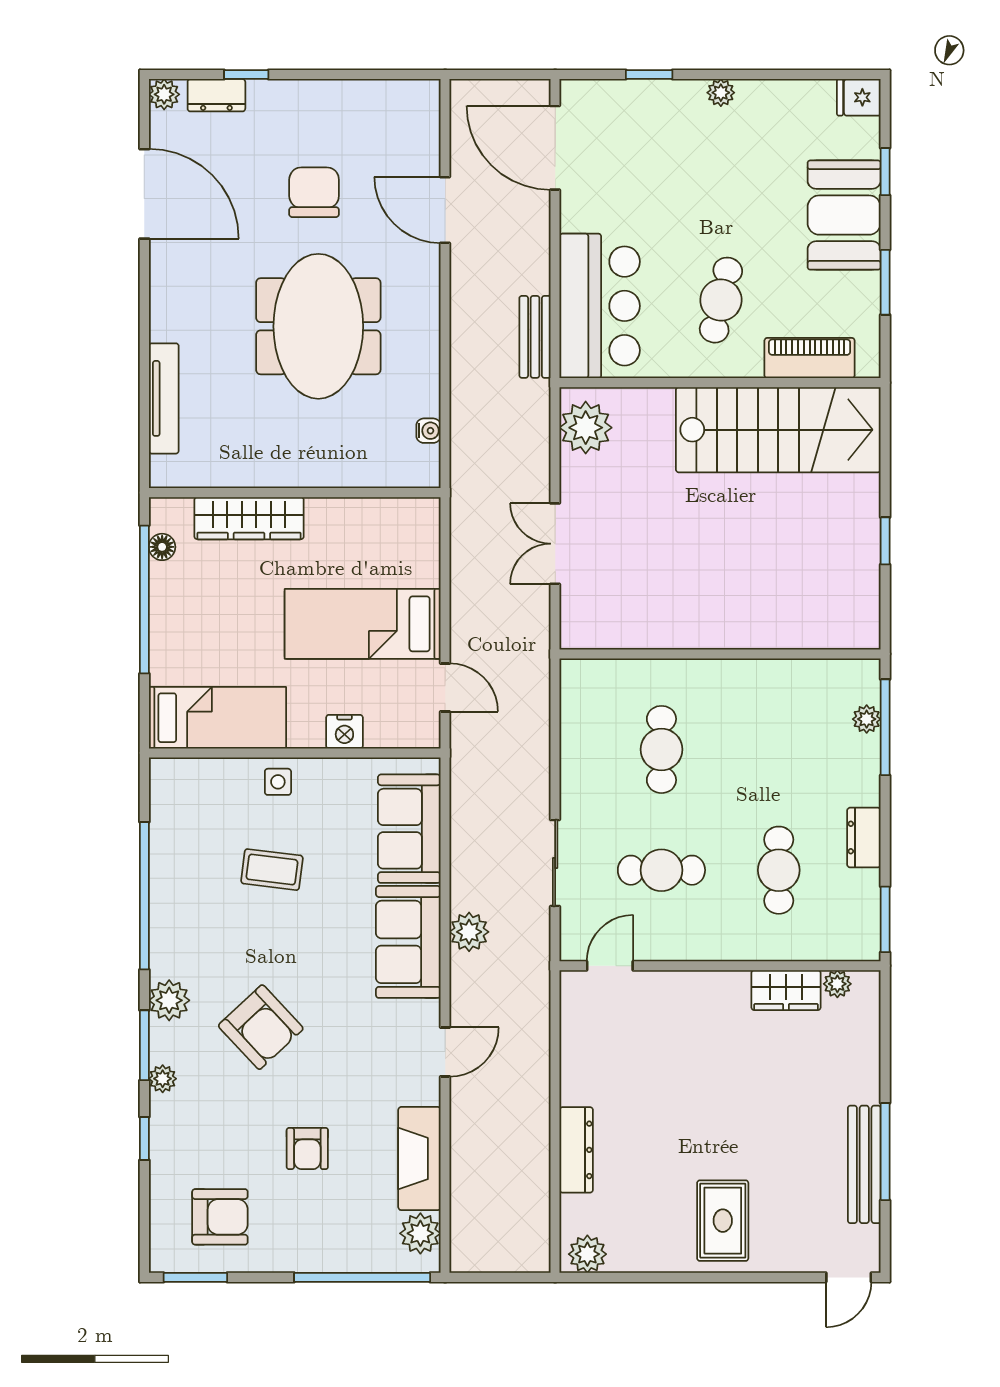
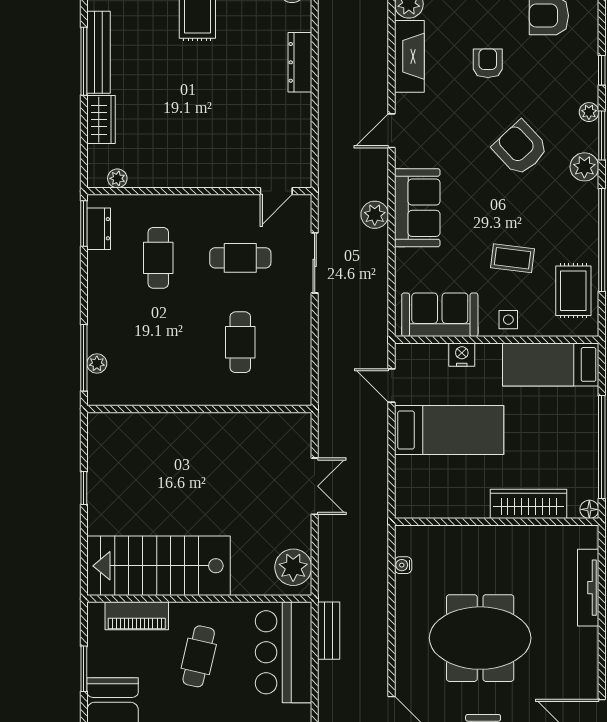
meeting table: (318, 326) -> (480, 638), turned 90
floor lamp: (162, 547) -> (589, 509), moved
rug: (185, 823) -> (573, 291), added
sofa: (409, 829) -> (440, 315), moved, turned -90
dresser: (864, 838) -> (99, 229), moved
wardrobe: (786, 990) -> (101, 120), moved, turned 90

